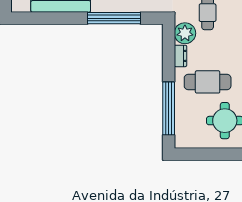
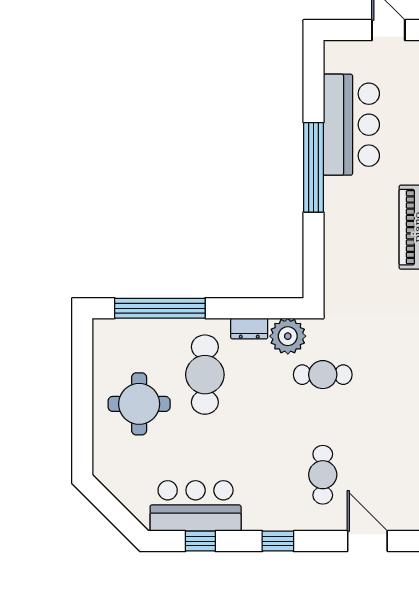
window: (114, 18) -> (314, 167), moved

